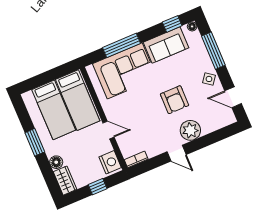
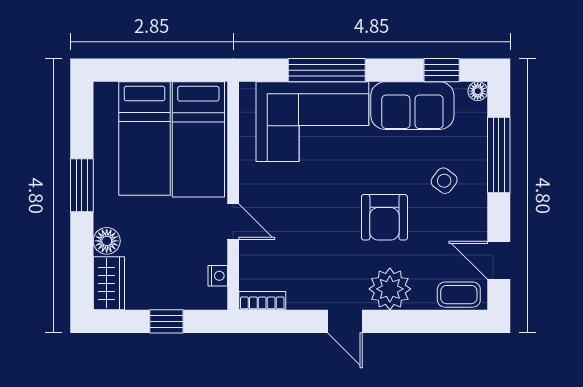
side table: (209, 79) -> (444, 181), moved
coffee table: (222, 120) -> (459, 295), added
nightstand: (110, 162) -> (218, 276), width x0.53, depth x0.56

